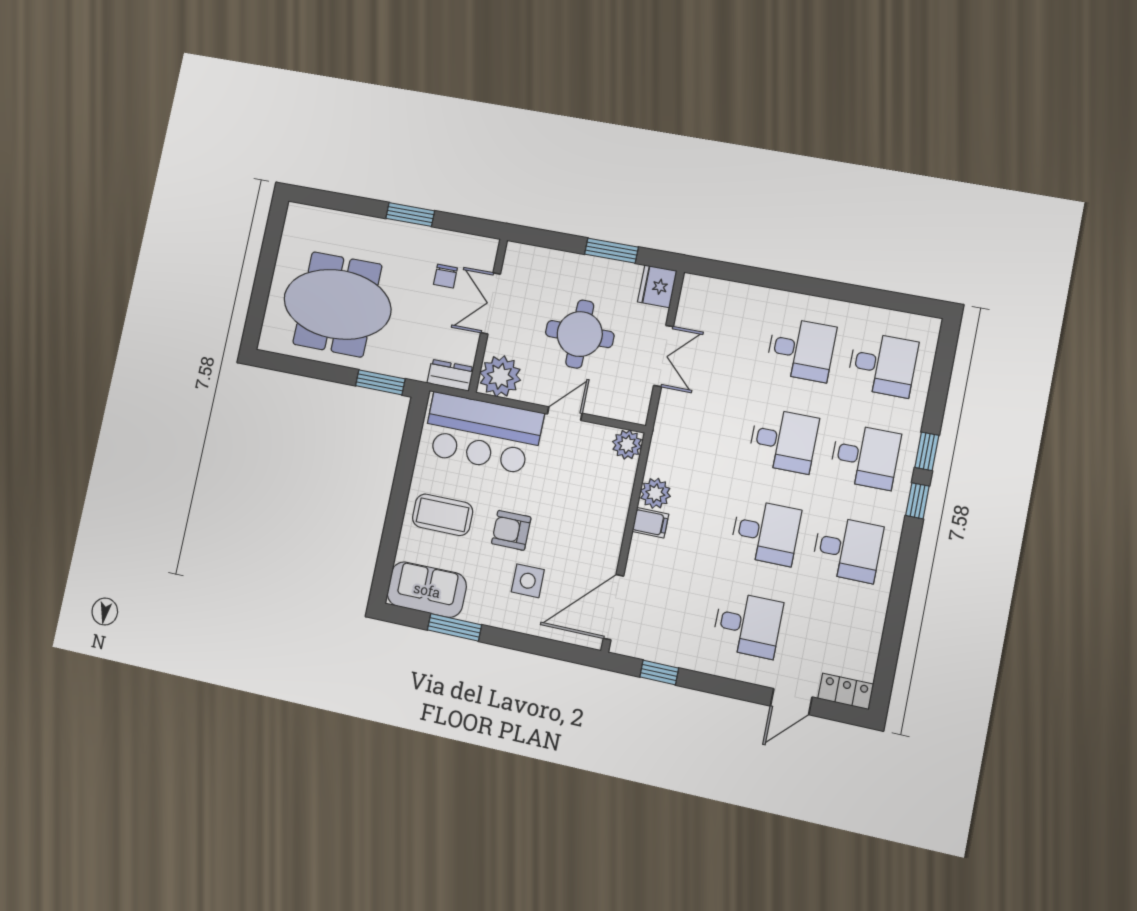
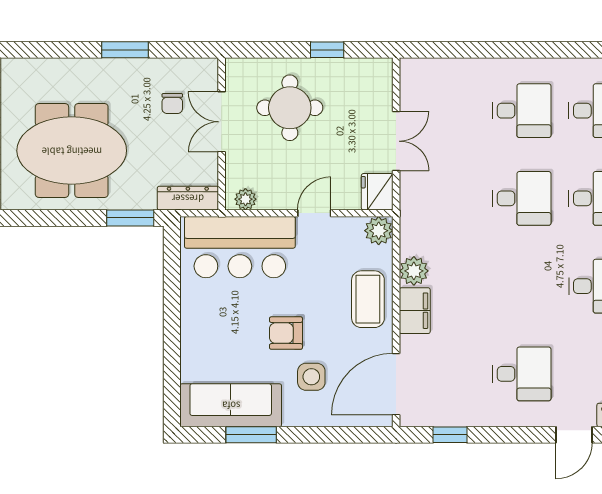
window: (612, 251) -> (327, 50), width x0.67
fridge: (657, 286) -> (377, 192), moved
round table: (580, 334) -> (290, 108), moved
dresser: (450, 375) -> (188, 198), width x1.44
plant: (500, 376) -> (245, 199), width x0.53, depth x0.53
coffee table: (443, 515) -> (368, 299), moved, turned 90
filing cabinet: (650, 523) -> (415, 311), width x2.00
desk: (766, 532) -> (522, 286), removed
sofa: (427, 590) -> (231, 405), width x1.36

